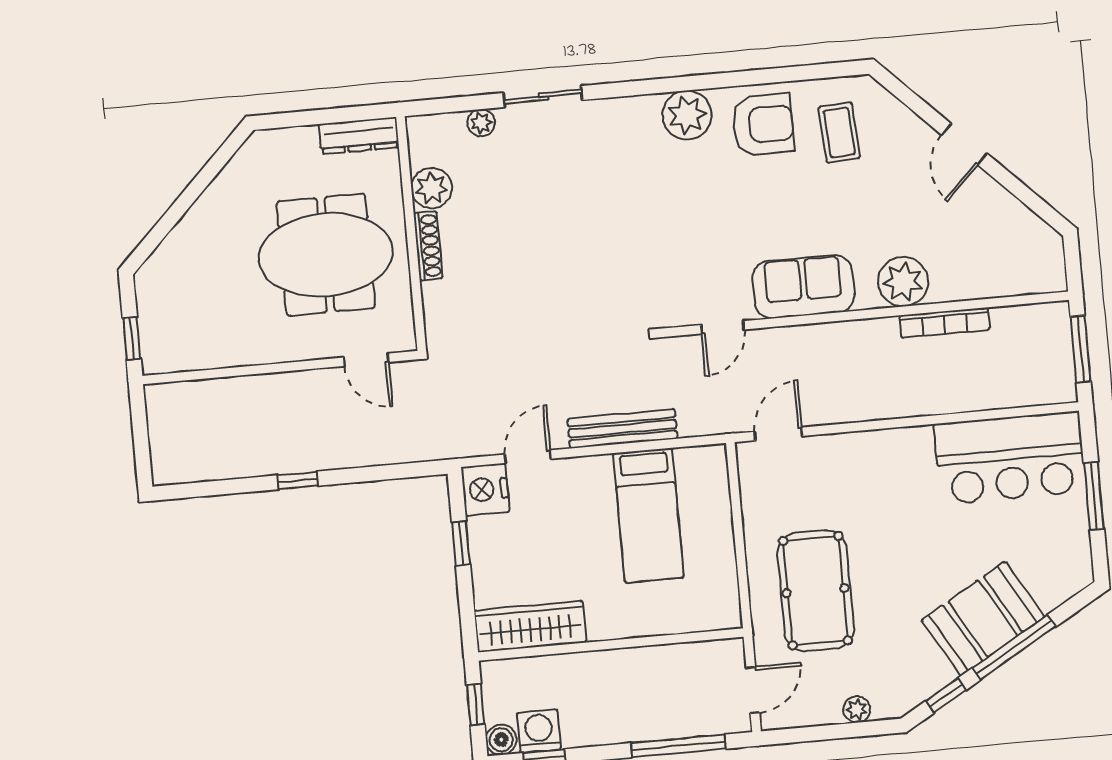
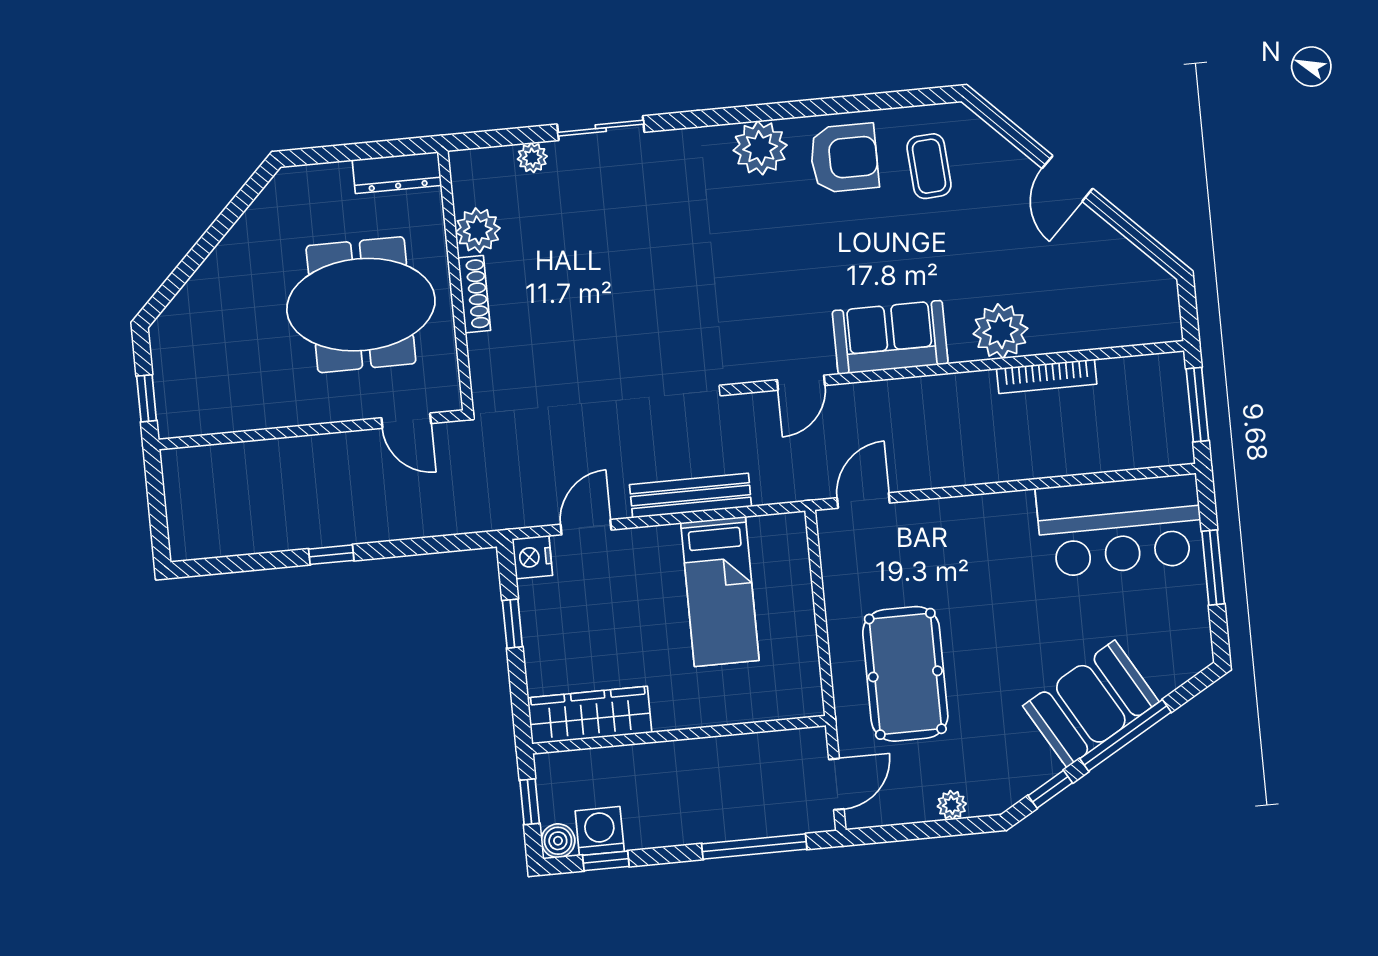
nightstand: (485, 490) -> (532, 557), width x0.74, depth x0.75

